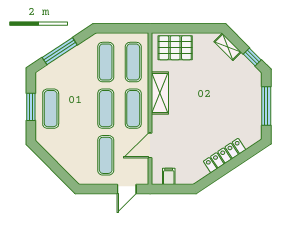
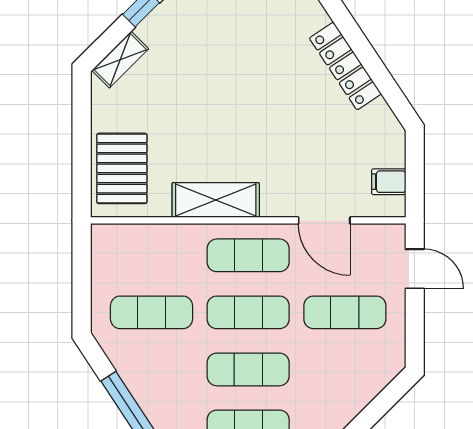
exercise mat: (133, 62) -> (248, 369), moved

